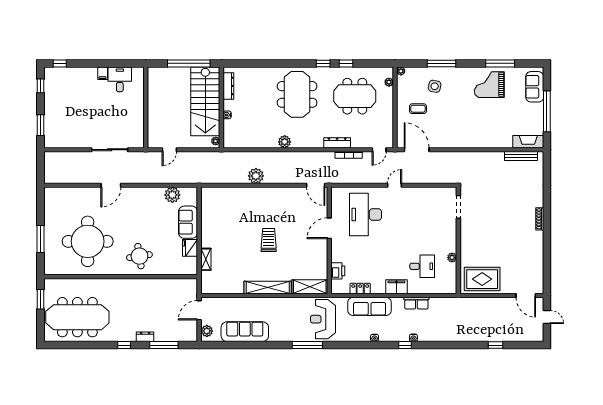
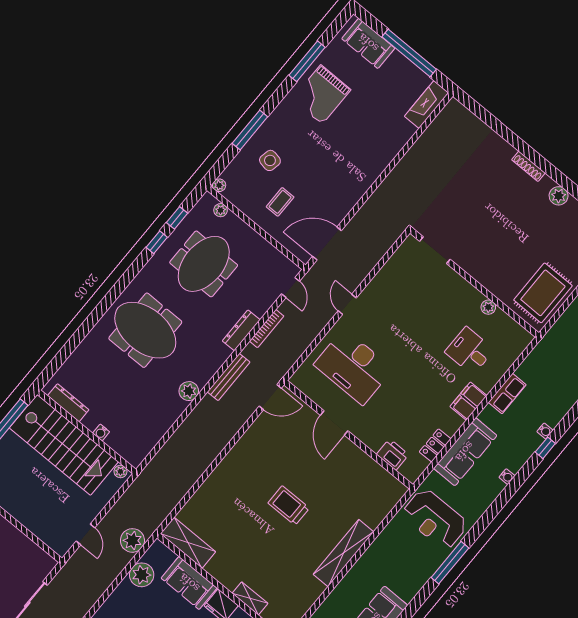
window: (323, 63) -> (177, 218), moved
bench: (521, 156) -> (229, 377), moved
plant: (256, 176) -> (132, 540), moved
plant: (537, 246) -> (559, 196), added
desk: (422, 266) -> (470, 351), turned -90
shelving: (310, 287) -> (188, 543), moved, turned 90

